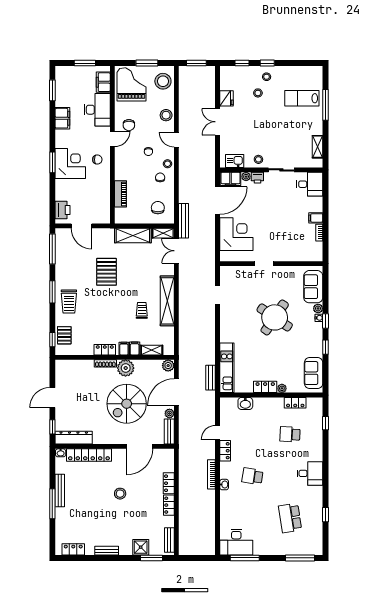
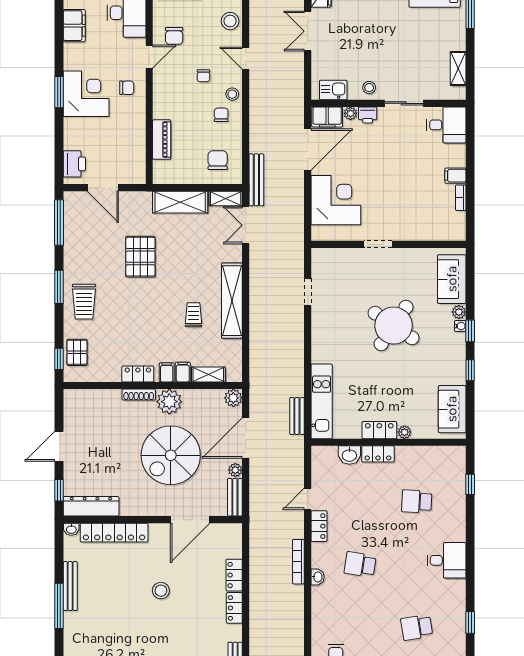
locker: (295, 403) -> (378, 454), moved
school desk: (290, 518) -> (417, 627), width x0.54

